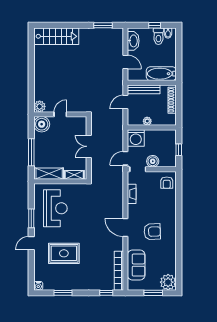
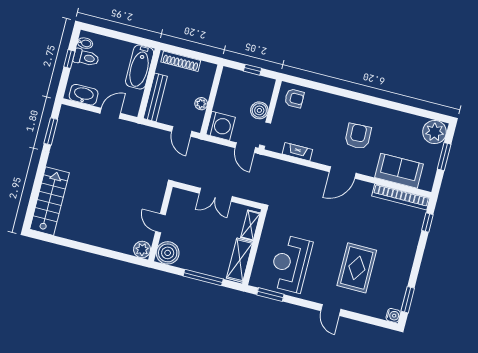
door: (125, 102) -> (182, 131), moved
reception desk: (55, 208) -> (291, 264), turned -90
window: (31, 218) -> (270, 295), moved
window: (63, 293) -> (408, 300), moved

